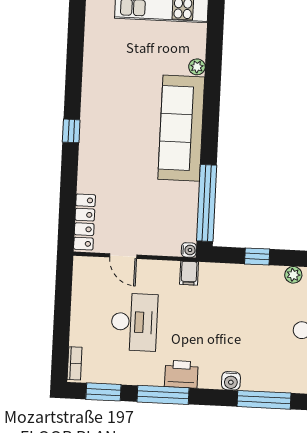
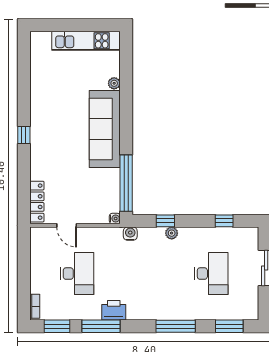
filing cabinet: (189, 273) -> (116, 236), removed
plant: (293, 275) -> (172, 233), moved
water cooler: (231, 381) -> (130, 234), moved, turned 180

